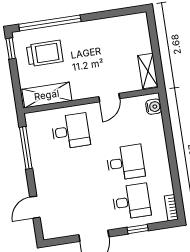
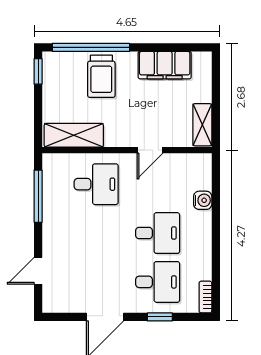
filing cabinet: (111, 28) -> (165, 65), added
trolley: (45, 53) -> (101, 76), moved, turned 90
water cooler: (154, 107) -> (203, 200), moved

